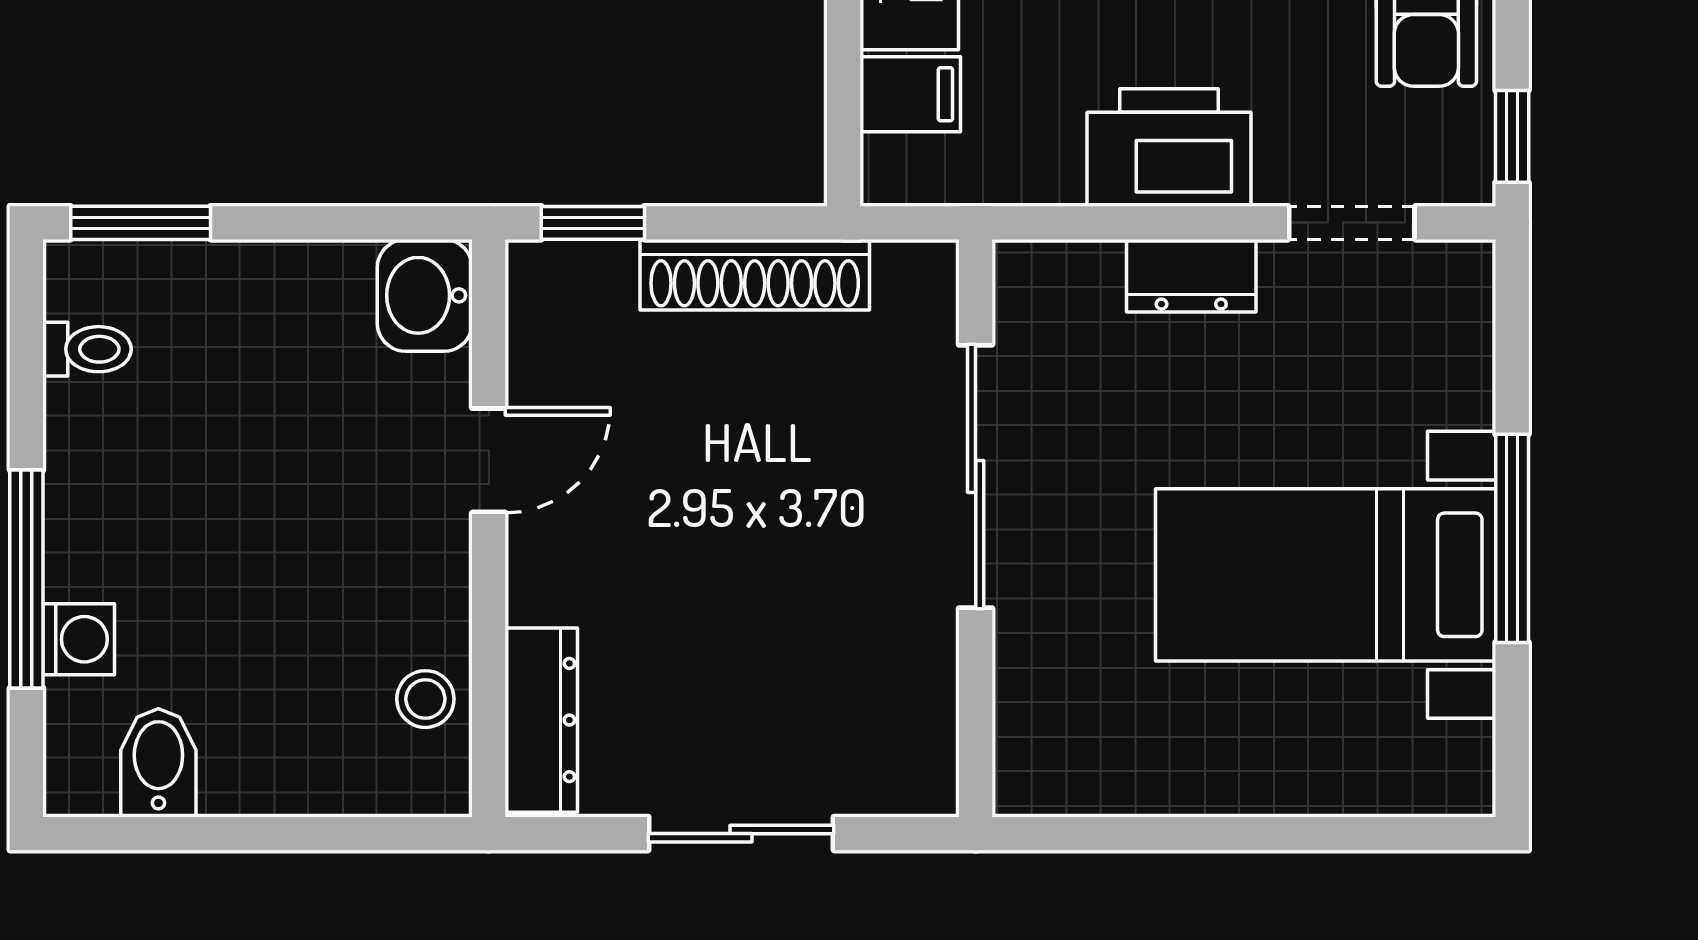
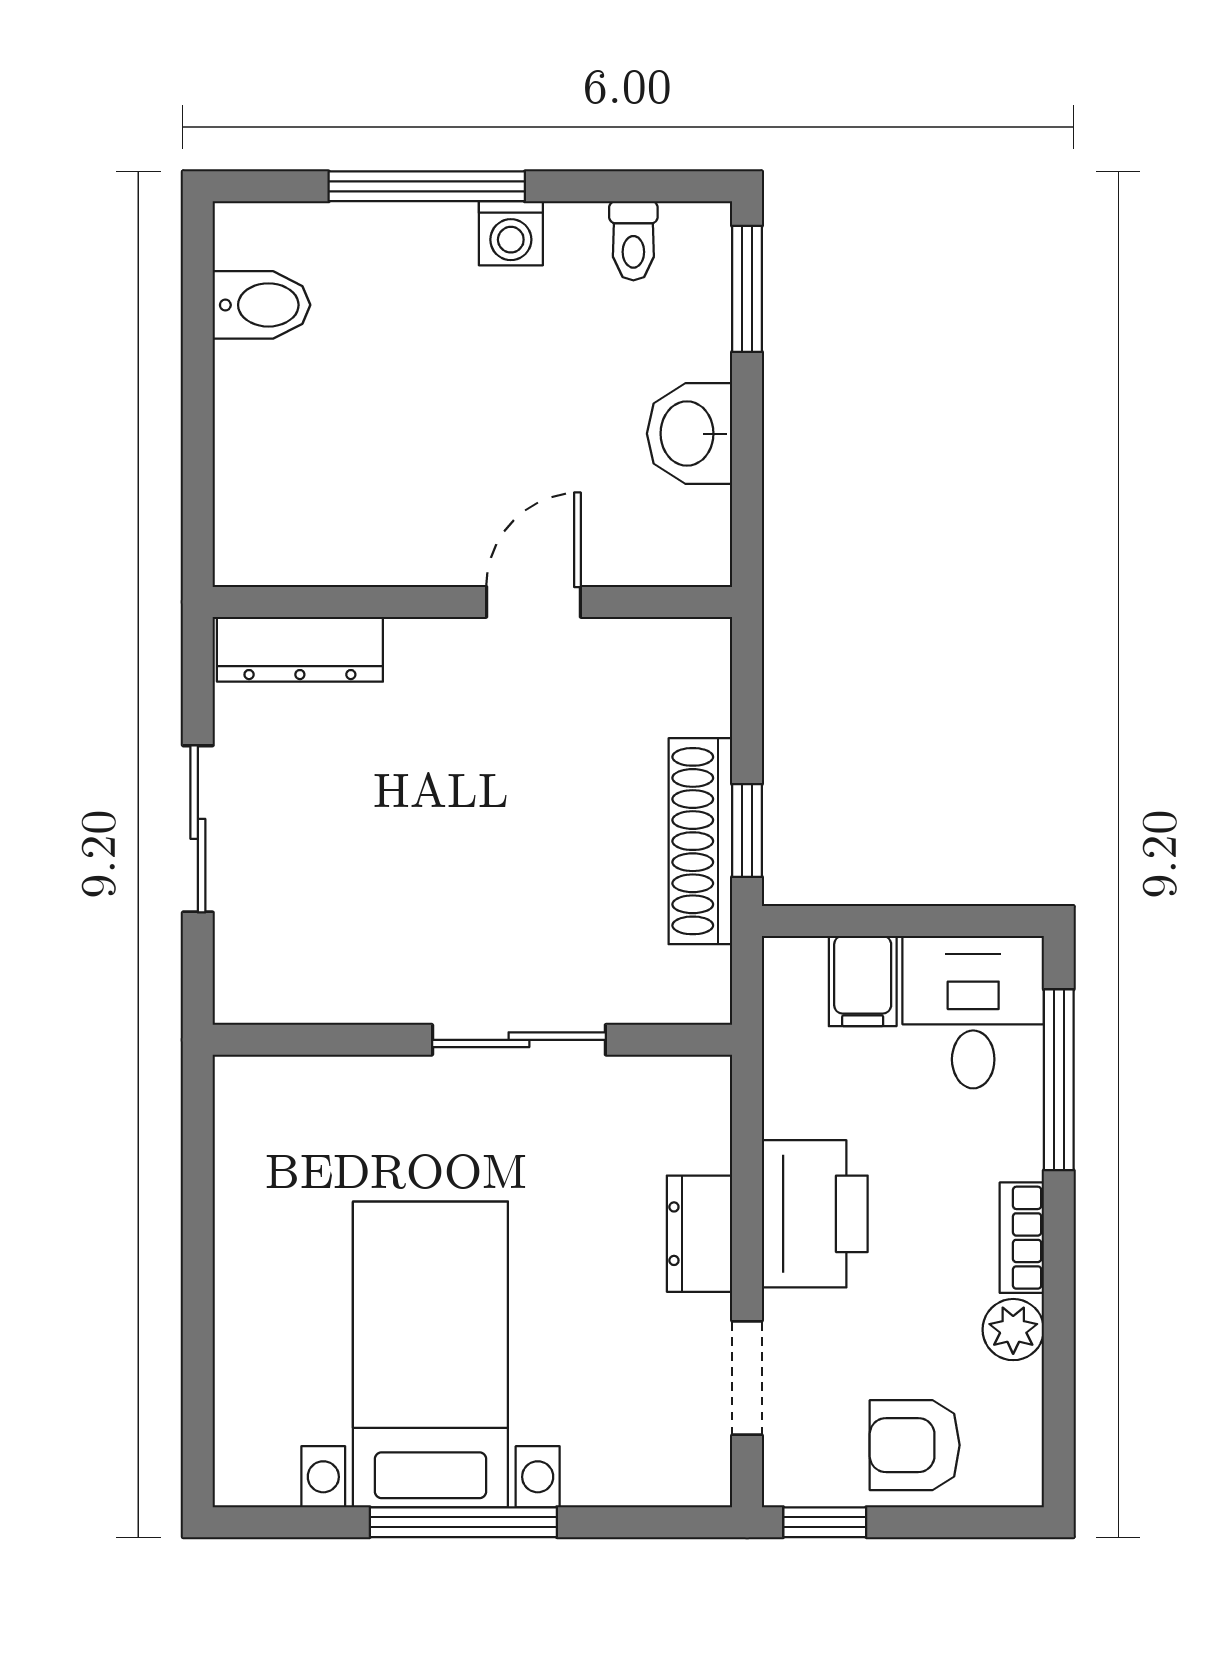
window: (593, 223) -> (747, 830), moved
washbasin: (425, 295) -> (690, 434), moved, turned -90
door: (489, 460) -> (533, 602), swing flipped
sliding door: (976, 476) -> (519, 1040), width x0.73
washing machine: (79, 639) -> (511, 233), moved
stool: (425, 699) -> (319, 545), removed

